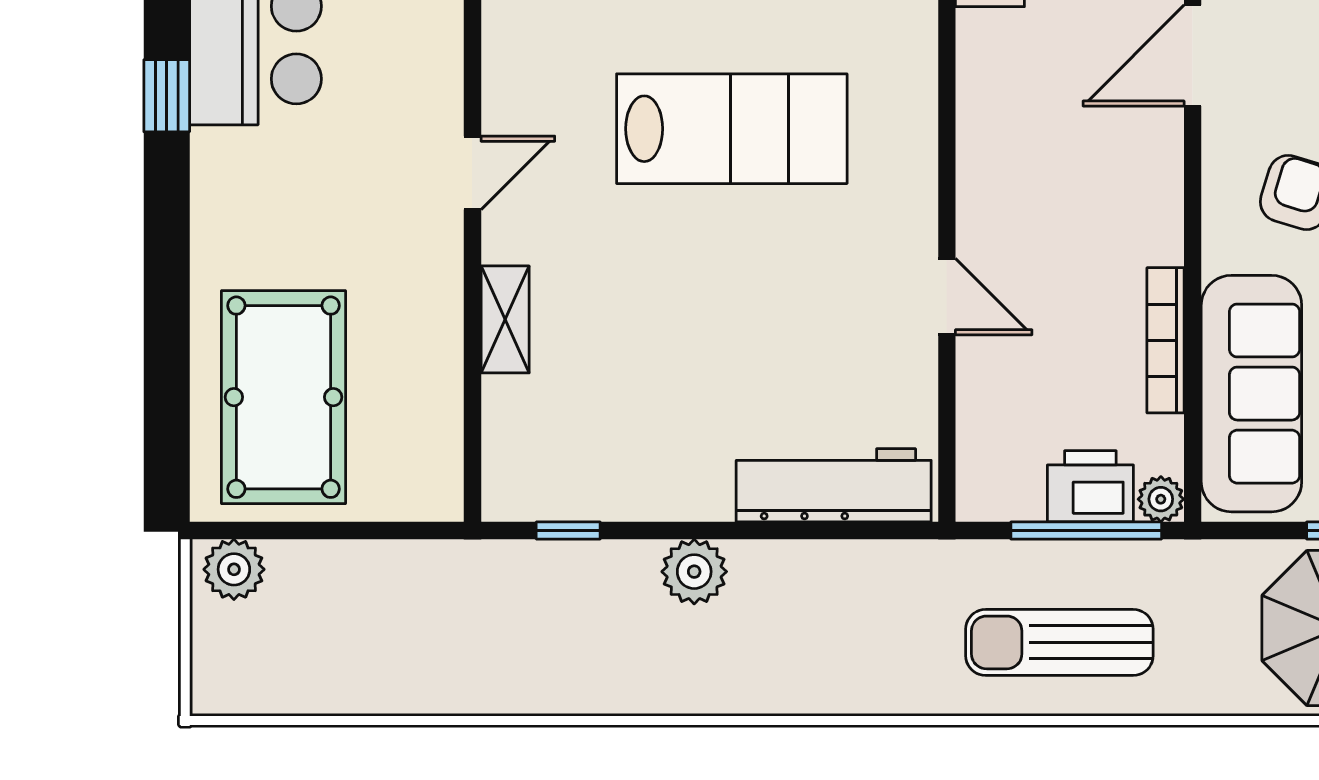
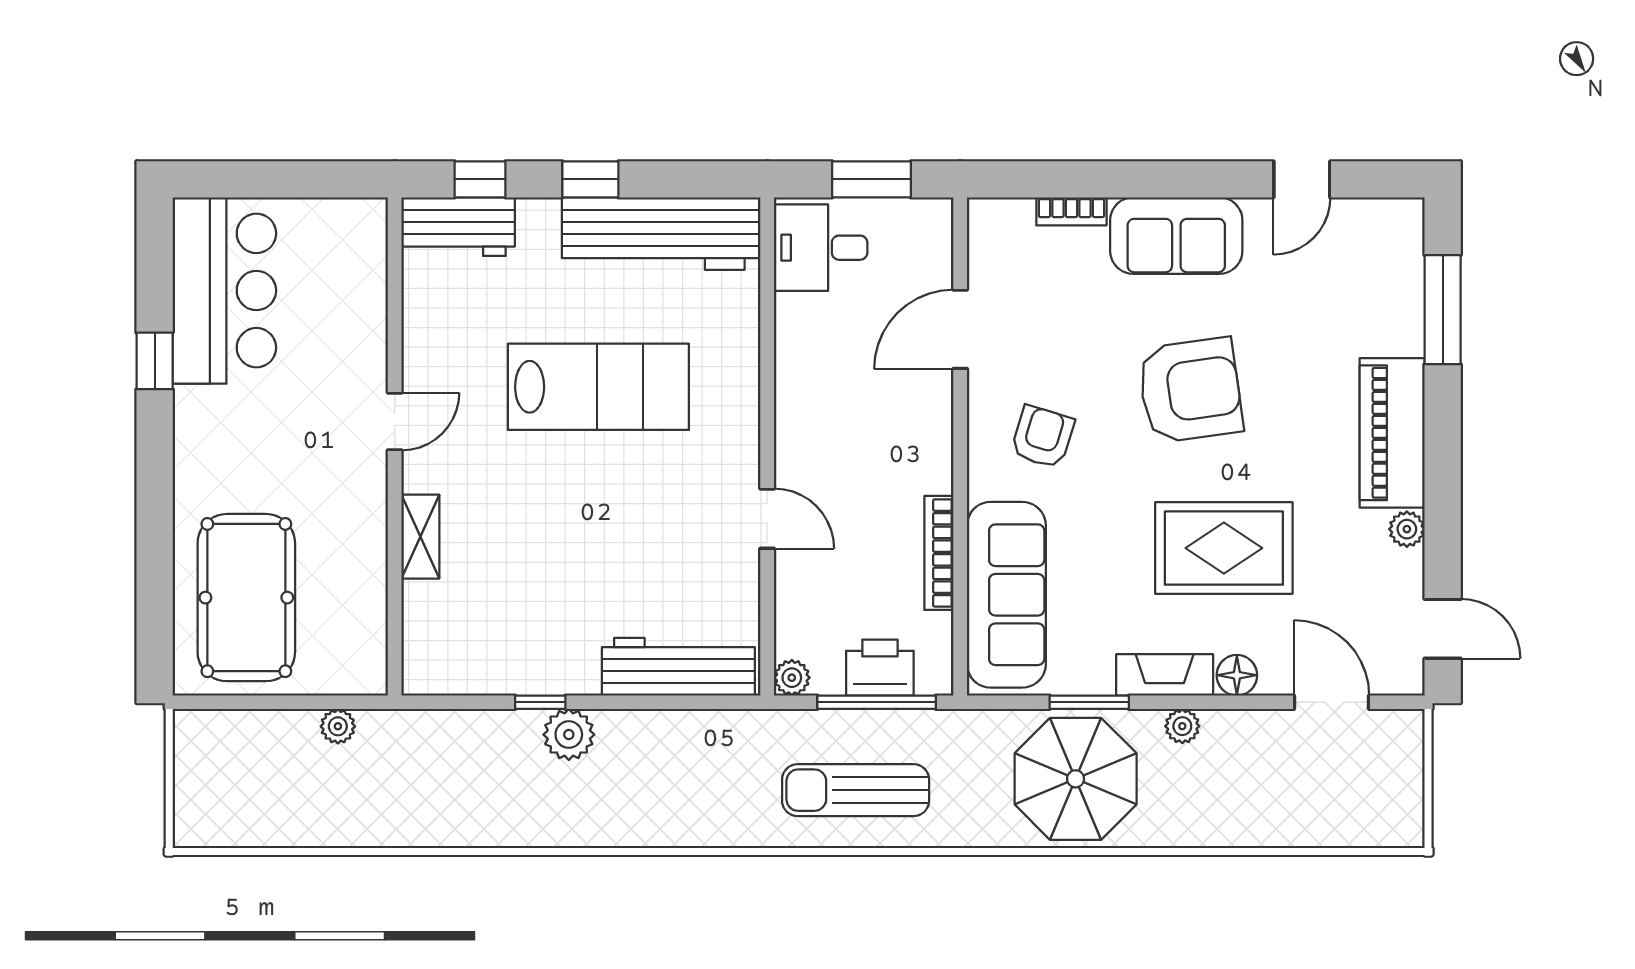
plant: (1161, 499) -> (792, 678), moved
window: (568, 530) -> (540, 702), moved
plant: (234, 569) -> (338, 726), moved, width x0.73, depth x0.73

